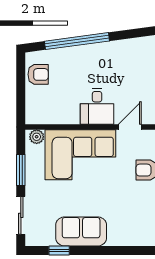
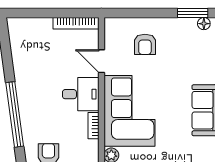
bookcase: (66, 119) -> (93, 126), added

